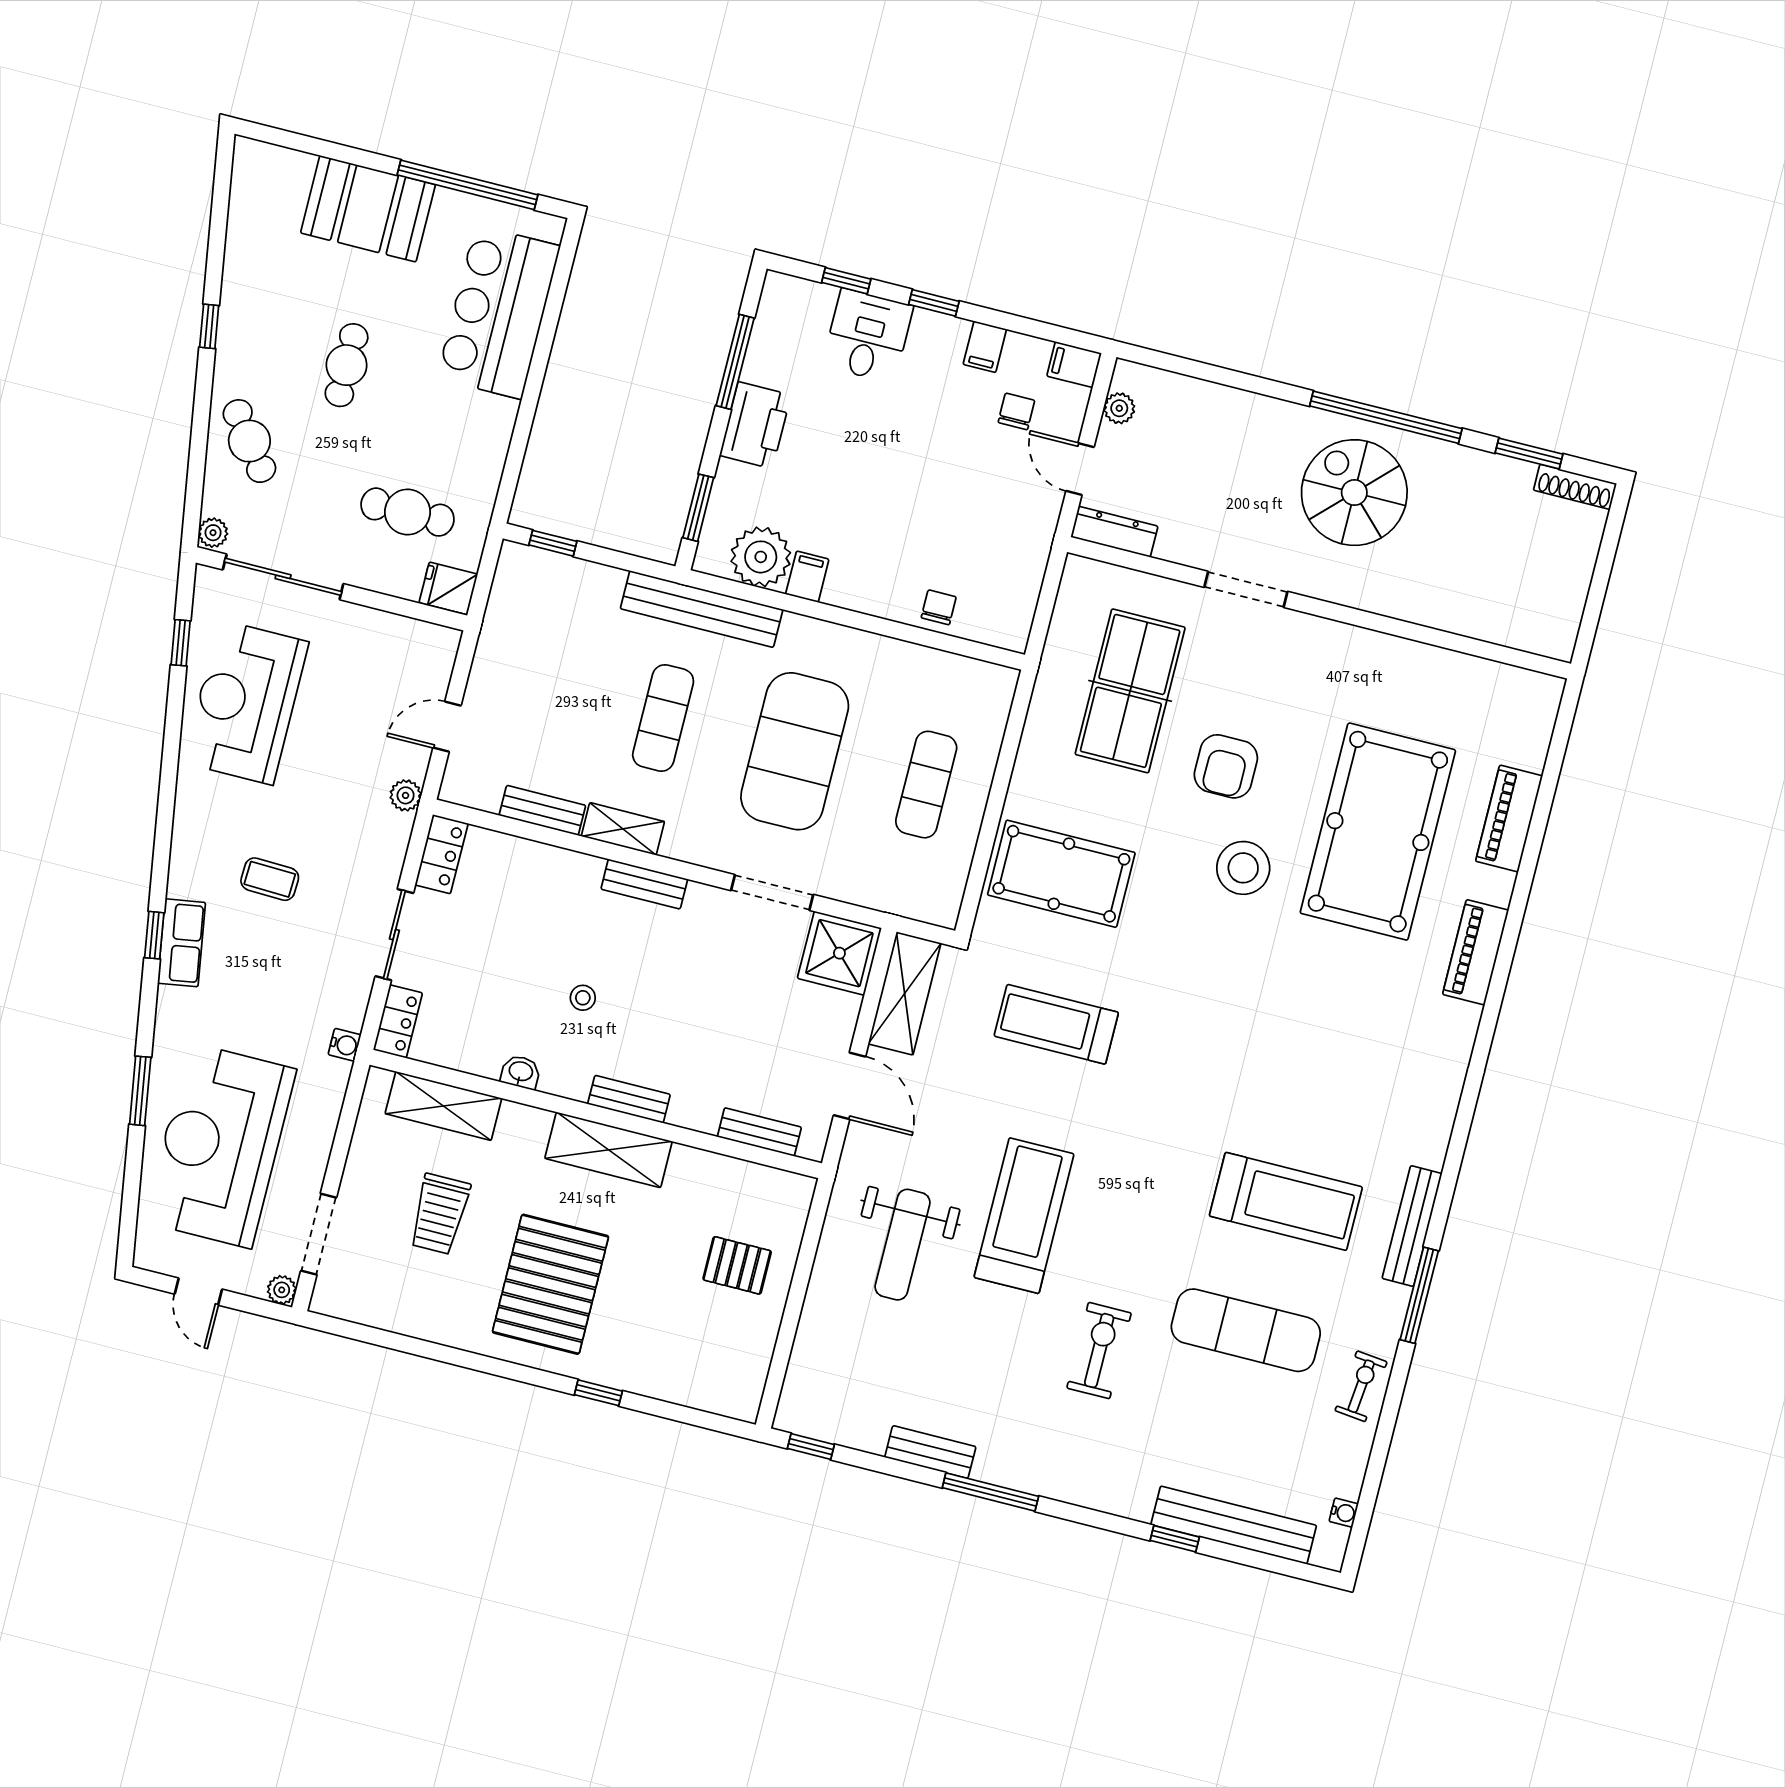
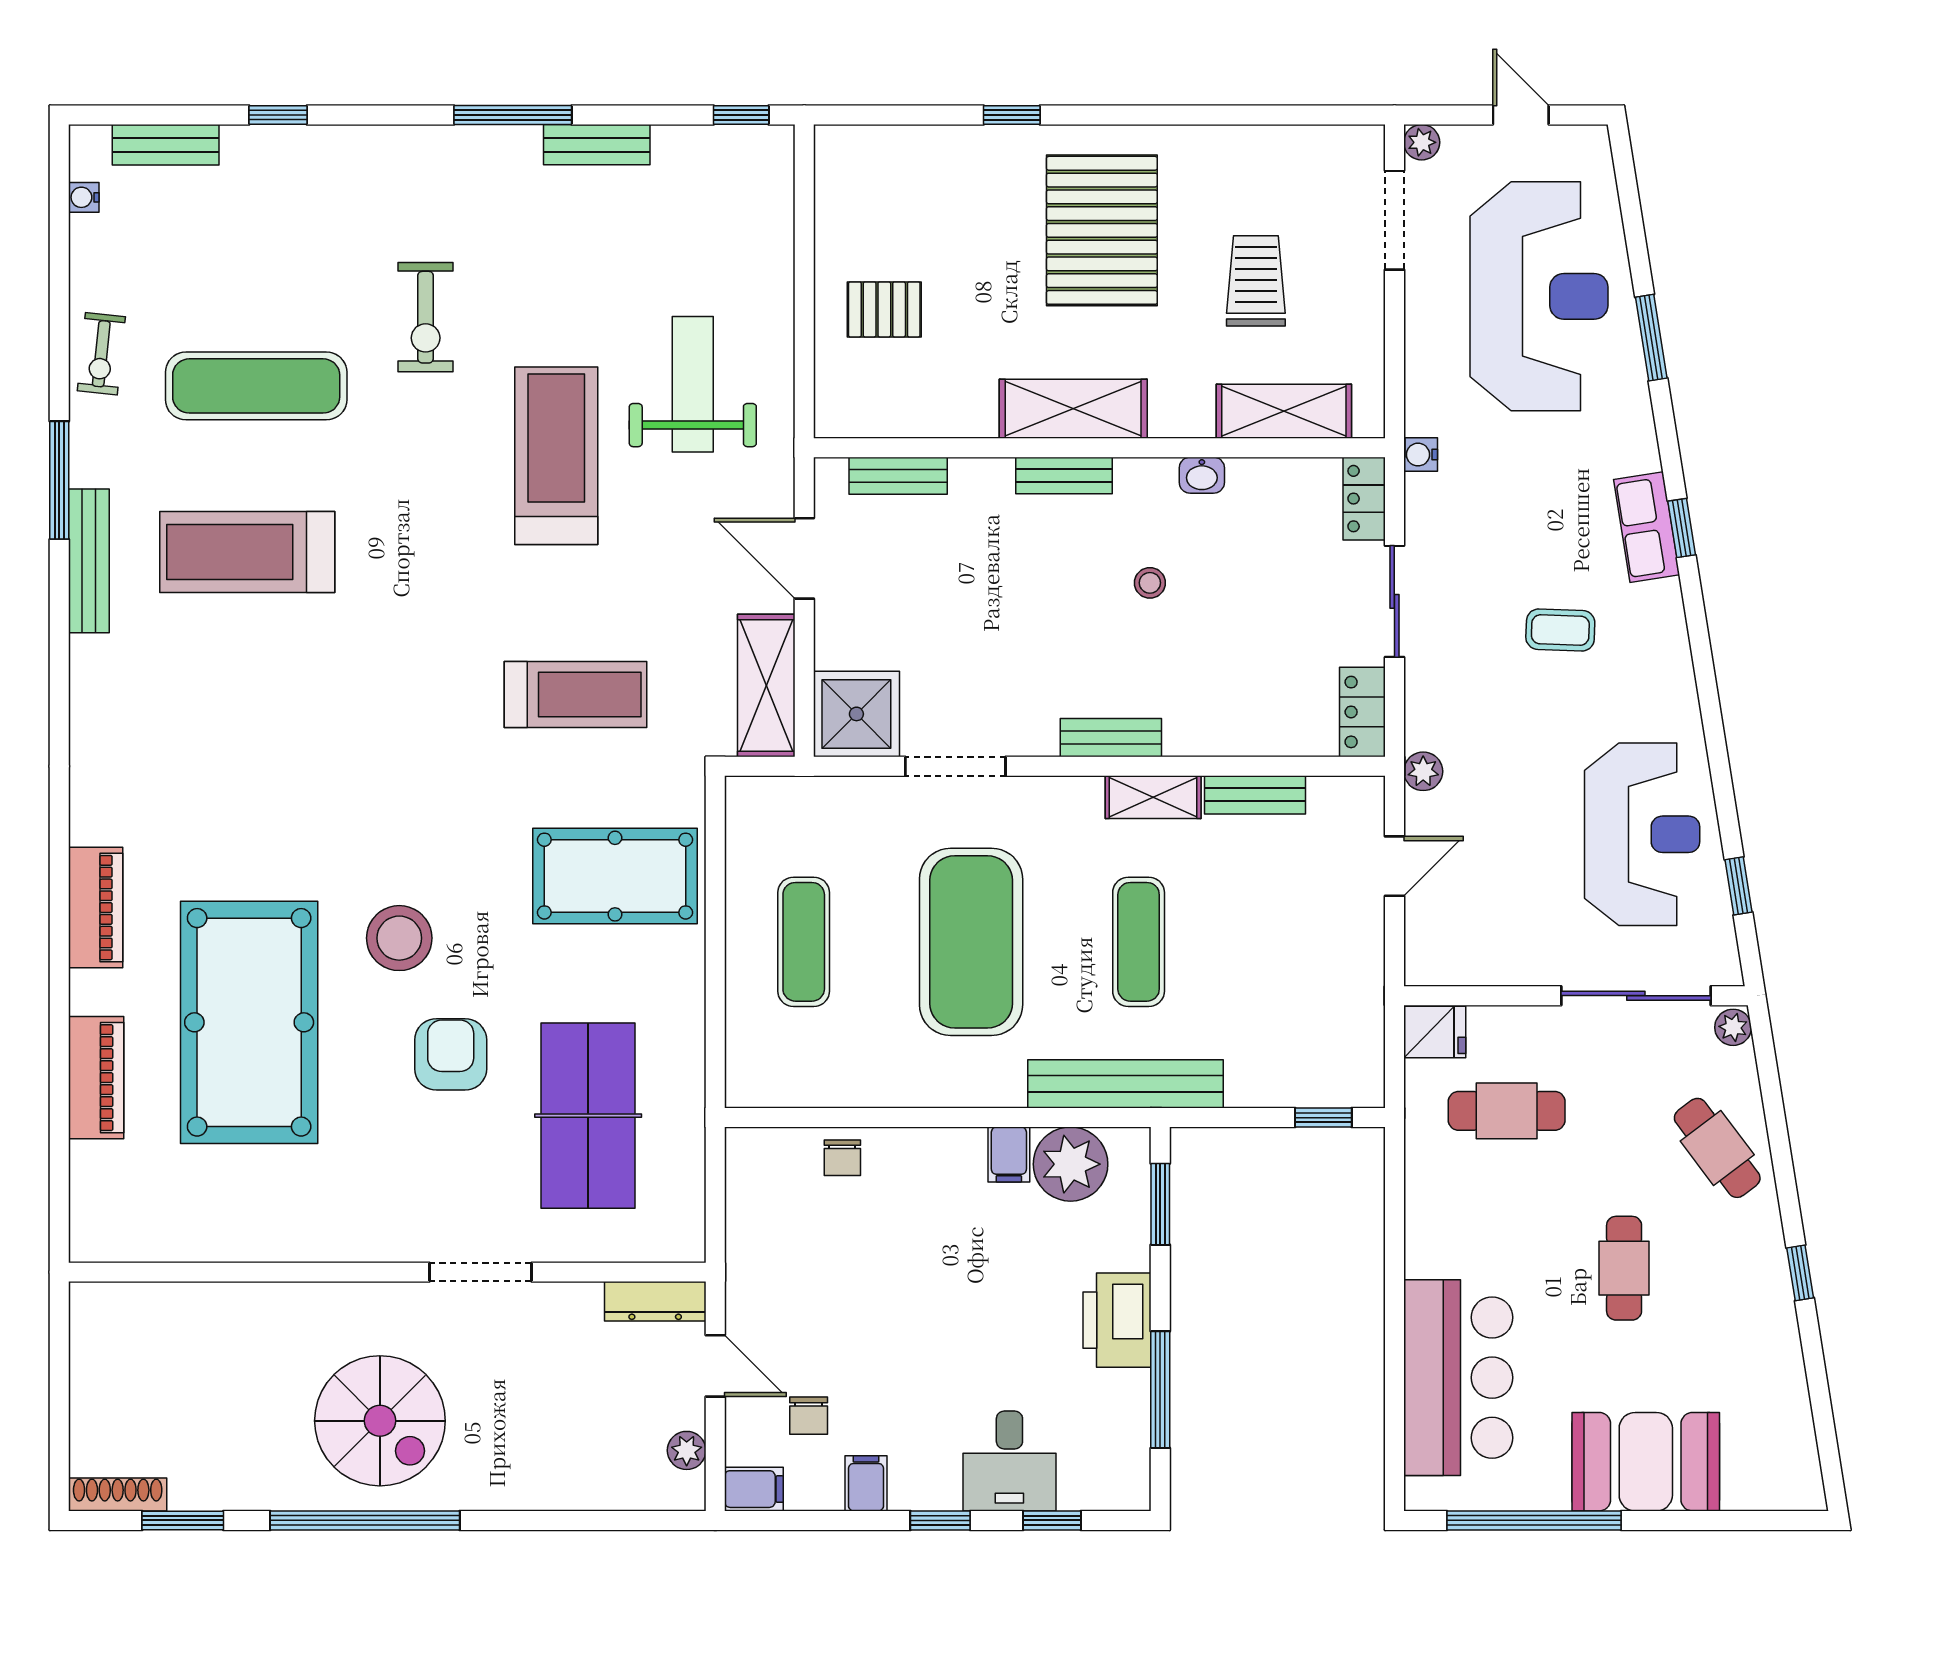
treadmill: (1024, 1216) -> (556, 456), turned 180
bench: (1234, 1525) -> (166, 145), width x0.54, depth x0.82

